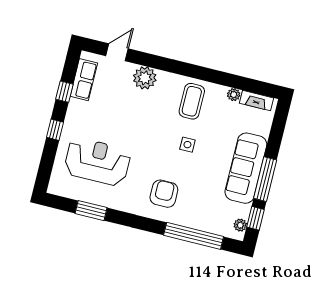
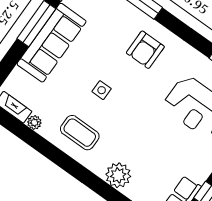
coffee table: (192, 101) -> (80, 133), turned 90

